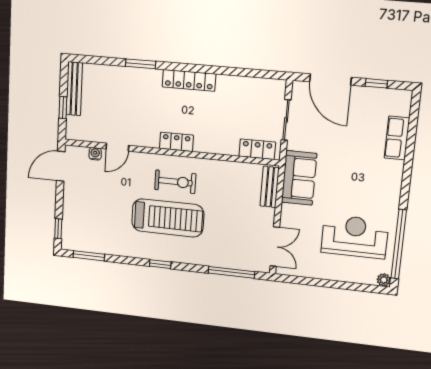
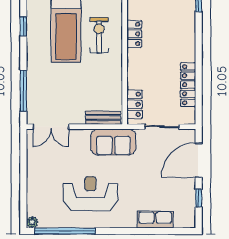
locker: (189, 80) -> (188, 85), moved
exercise bike: (175, 182) -> (99, 35), turned 180
reception desk: (355, 237) -> (90, 194), moved, turned -90

